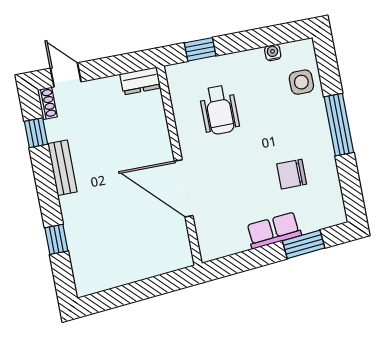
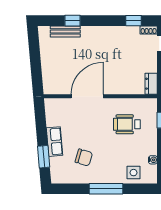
bench: (62, 168) -> (65, 31), moved
chair: (292, 174) -> (84, 157), turned 107

